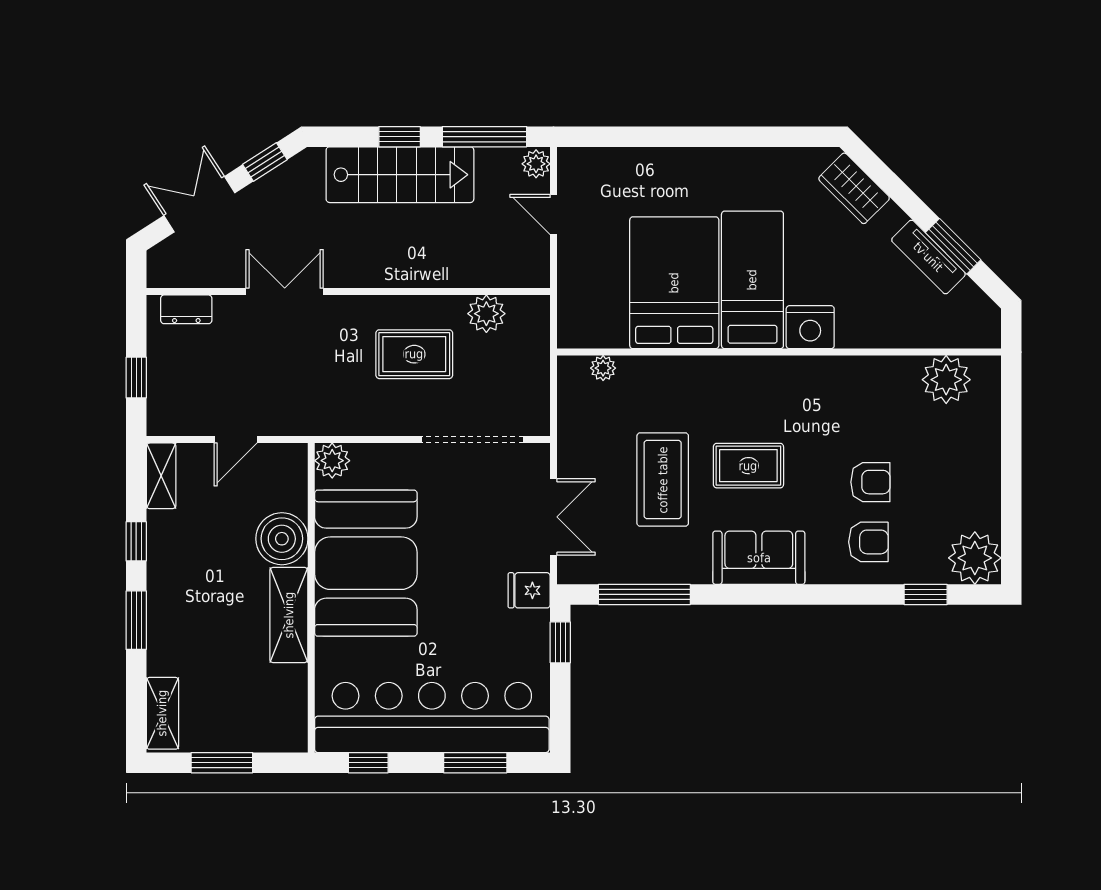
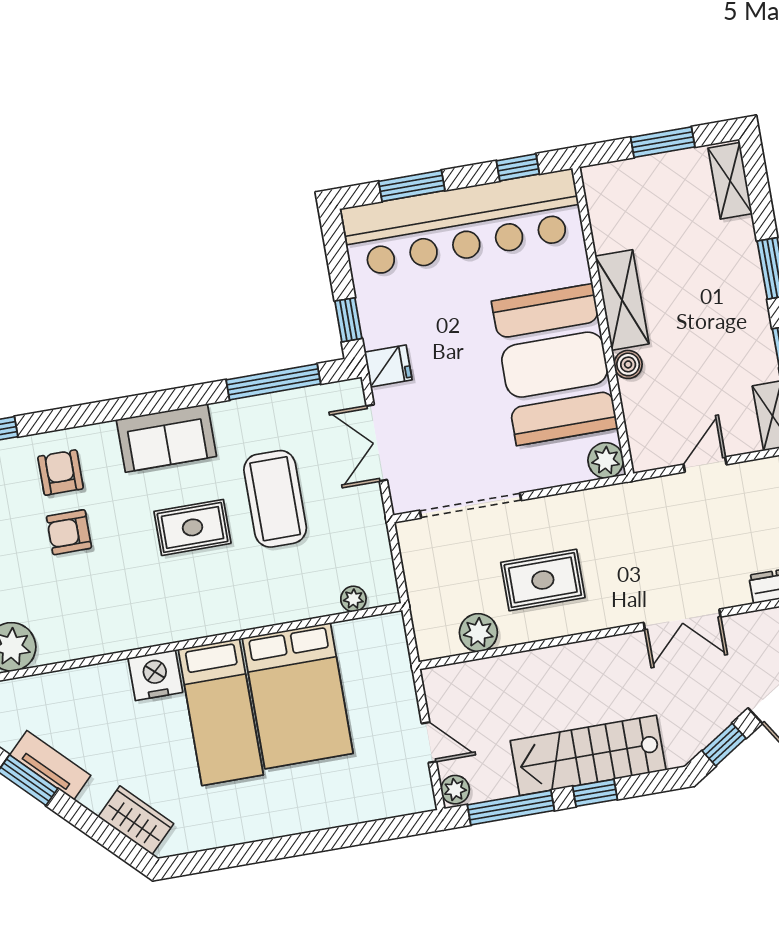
boiler: (282, 539) -> (628, 364), width x0.54, depth x0.54
armchair: (868, 542) -> (61, 473), turned 90

